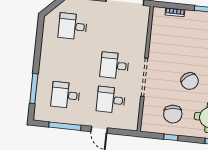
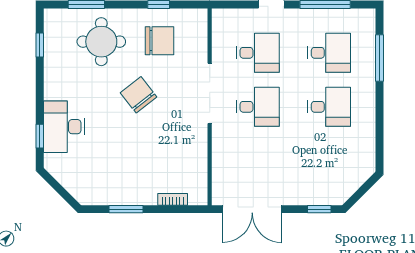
desk: (73, 26) -> (329, 107), moved
chair: (173, 114) -> (159, 41), turned 97

